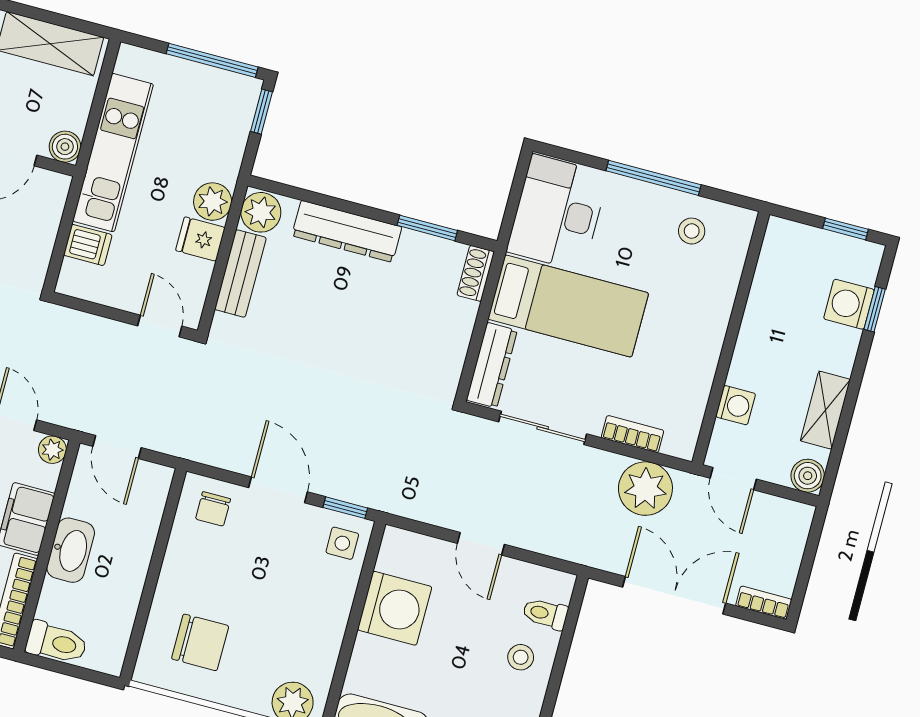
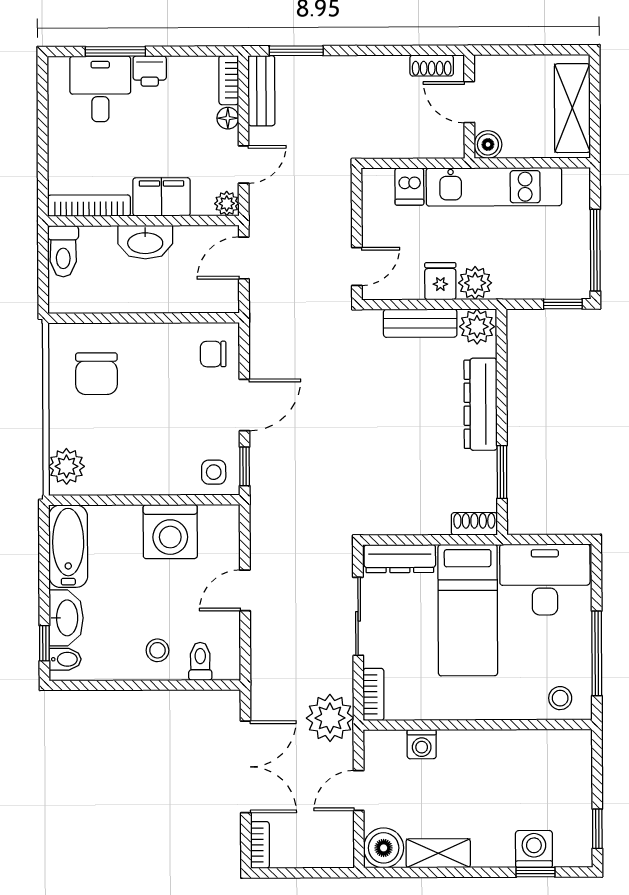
wall: (731, 338) -> (478, 725), moved
washing machine: (736, 405) -> (422, 744), moved
boiler: (808, 476) -> (384, 848), width x1.36, depth x1.36

